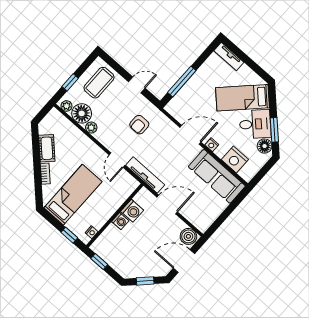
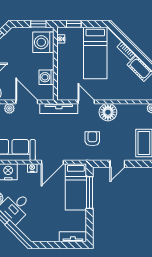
bed: (242, 98) -> (76, 187), moved, turned 135
floor lamp: (82, 113) -> (108, 112), moved
plant: (91, 128) -> (9, 108), moved
door: (167, 204) -> (27, 102), swing flipped
washing machine: (120, 221) -> (43, 42), moved, width x1.89, depth x1.89

